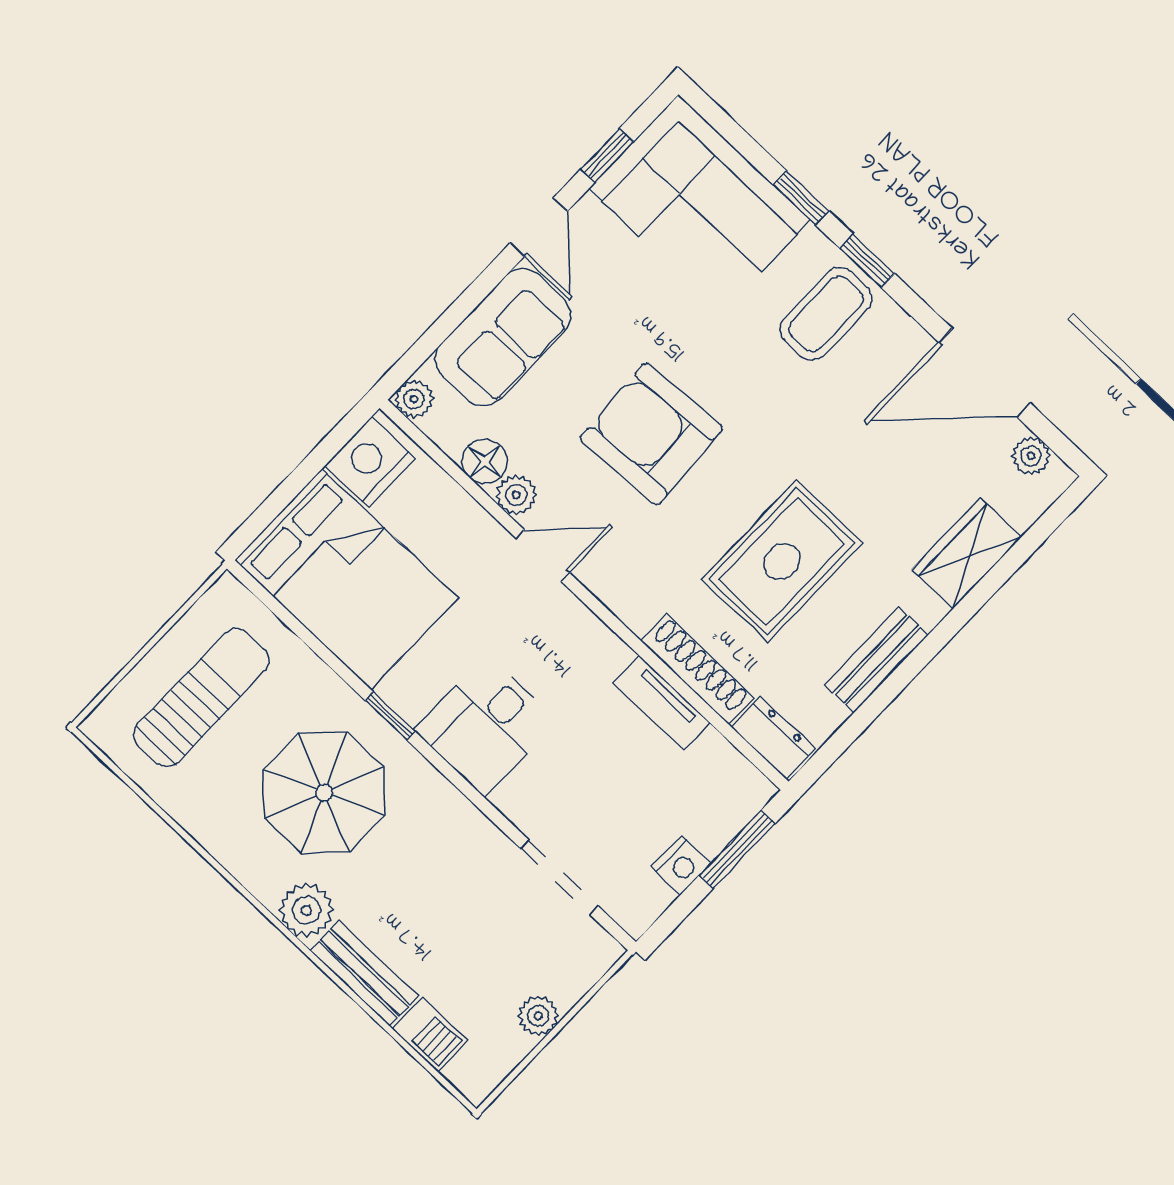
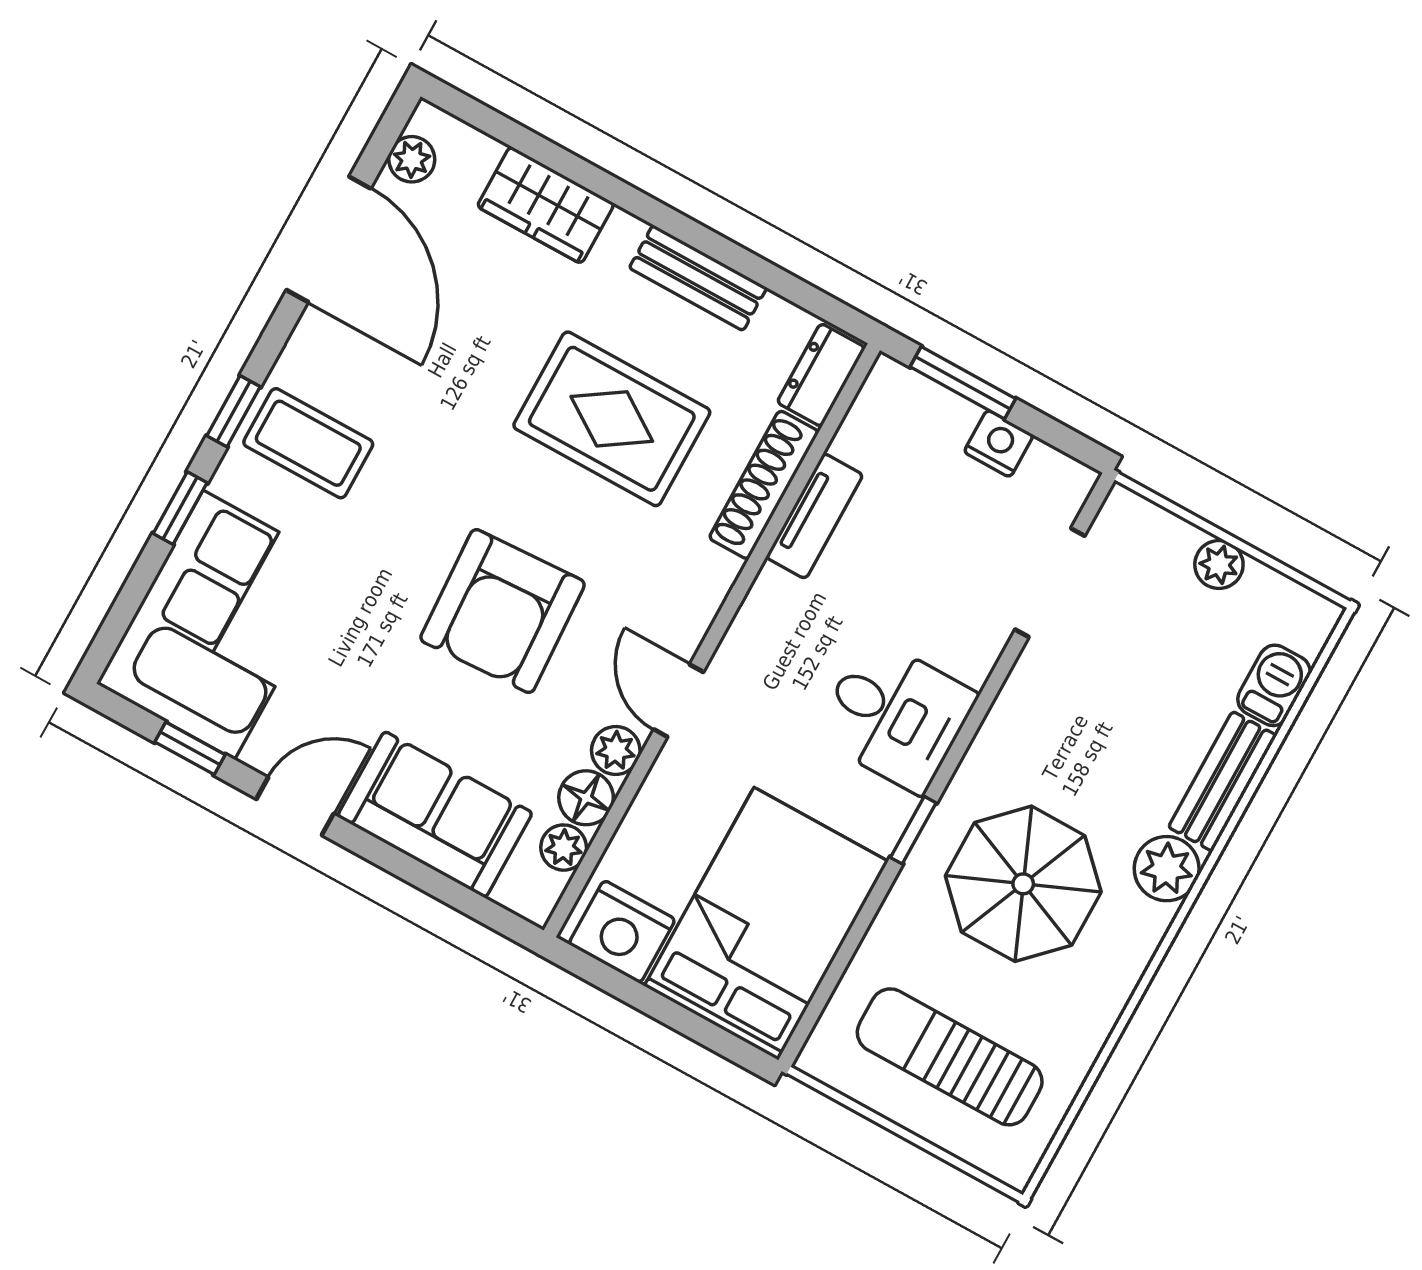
plant: (414, 399) -> (564, 848), moved

